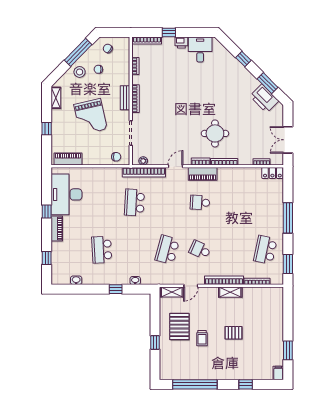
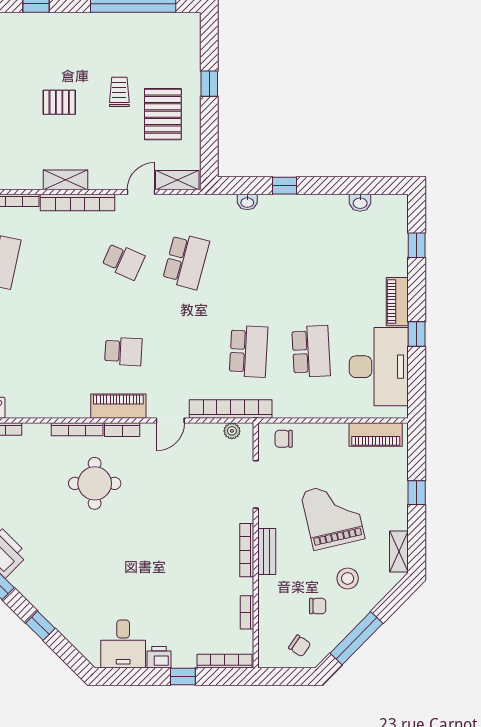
stool: (80, 72) -> (348, 578), moved
school desk: (102, 250) -> (311, 351), moved

